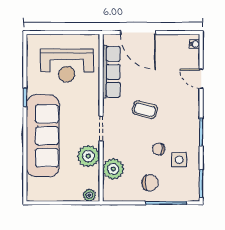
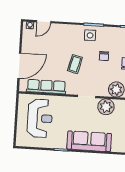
door: (201, 79) -> (44, 22), moved
sofa: (43, 136) -> (89, 141), width x0.74, depth x0.79
side table: (179, 160) -> (90, 35), moved

